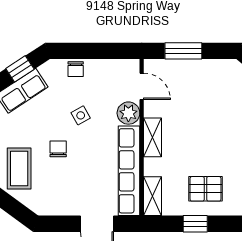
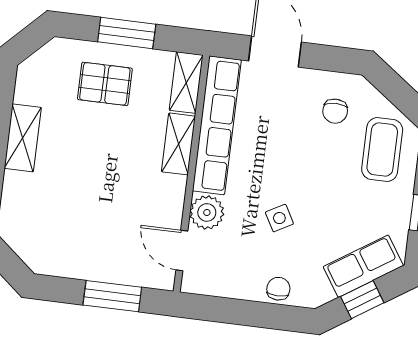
shelving: (153, 137) -> (178, 144), moved
chair: (58, 149) -> (335, 111), moved
window: (195, 224) -> (127, 33), width x1.50

